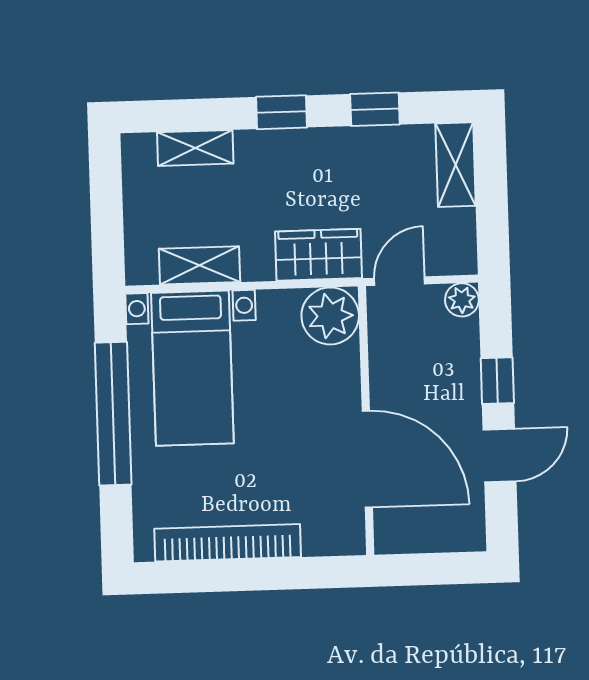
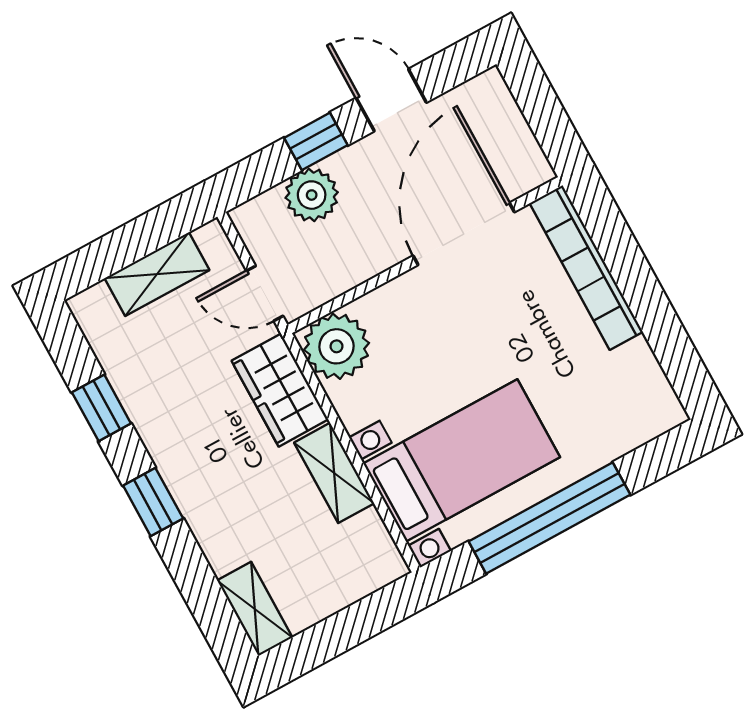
shelving: (195, 148) -> (255, 609), moved
shelving: (456, 165) -> (157, 274), moved
shelving: (199, 265) -> (334, 473), moved
plant: (462, 300) -> (312, 195), moved, width x1.38, depth x1.38
bookcase: (228, 543) -> (586, 268), moved

